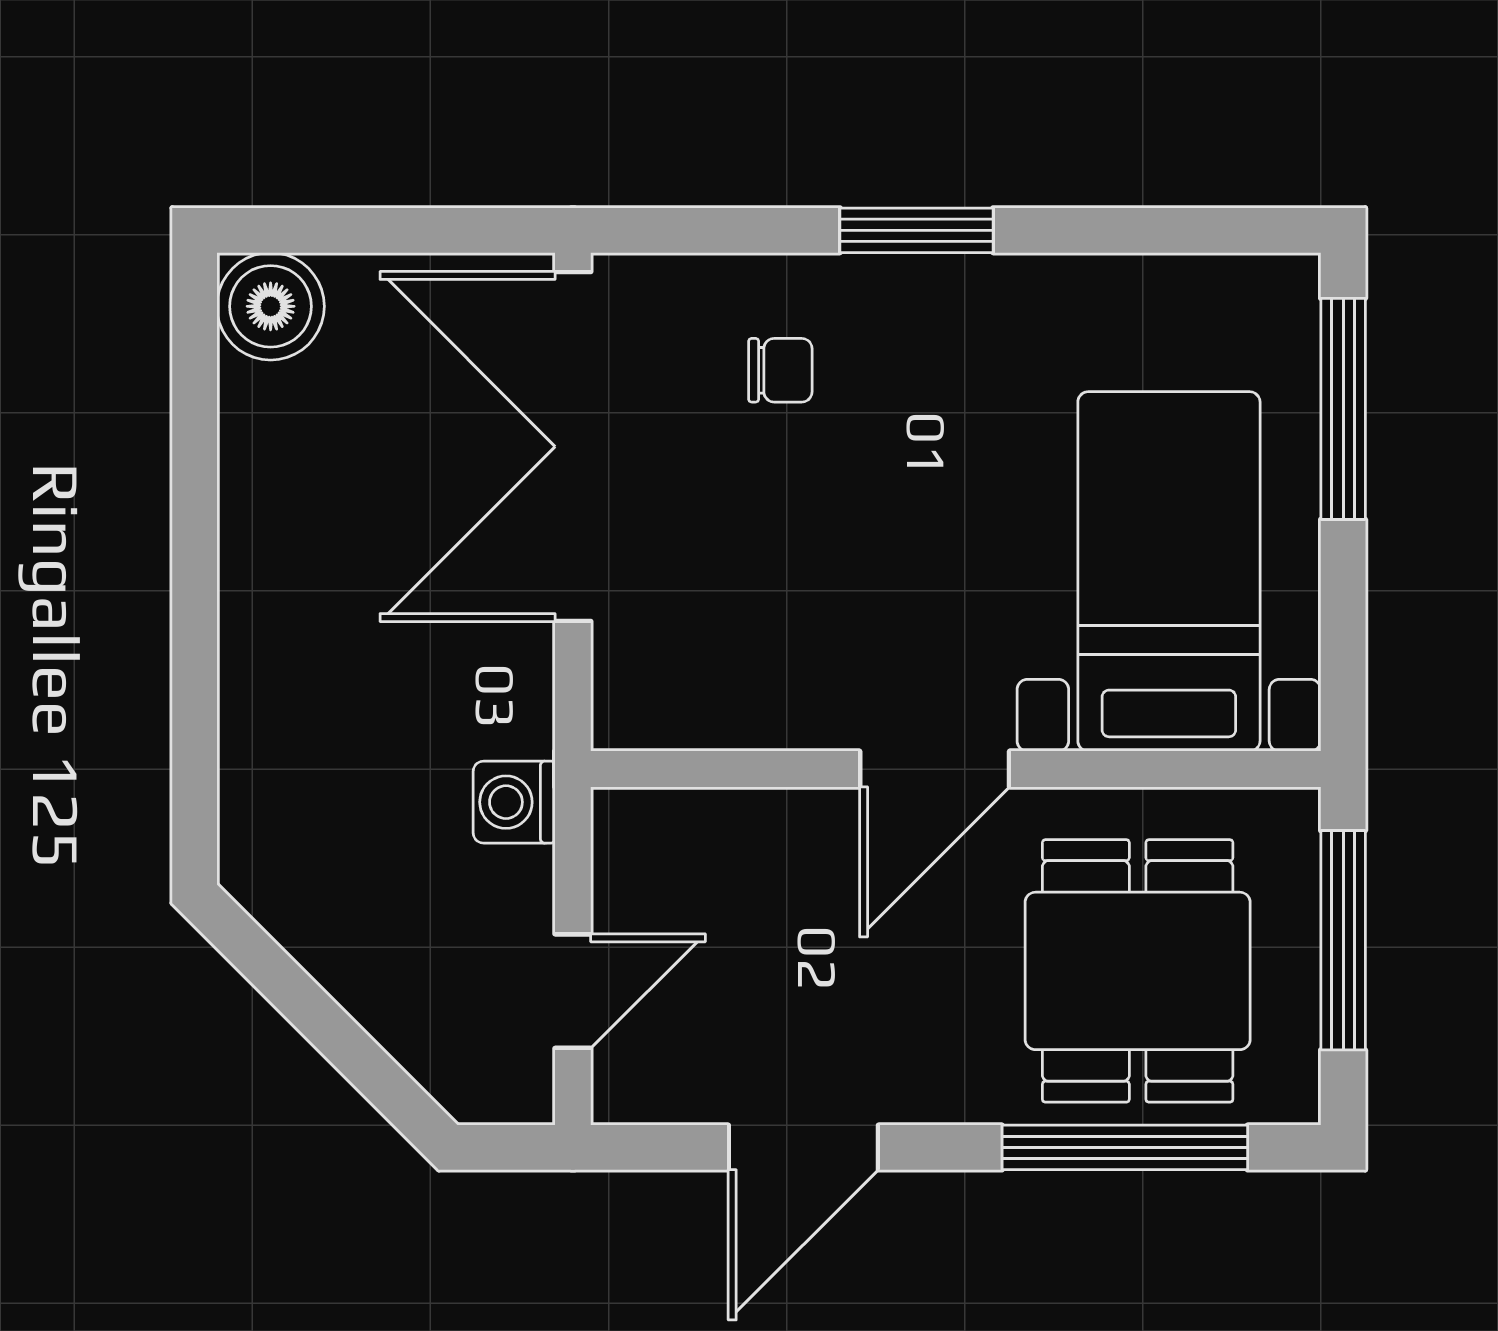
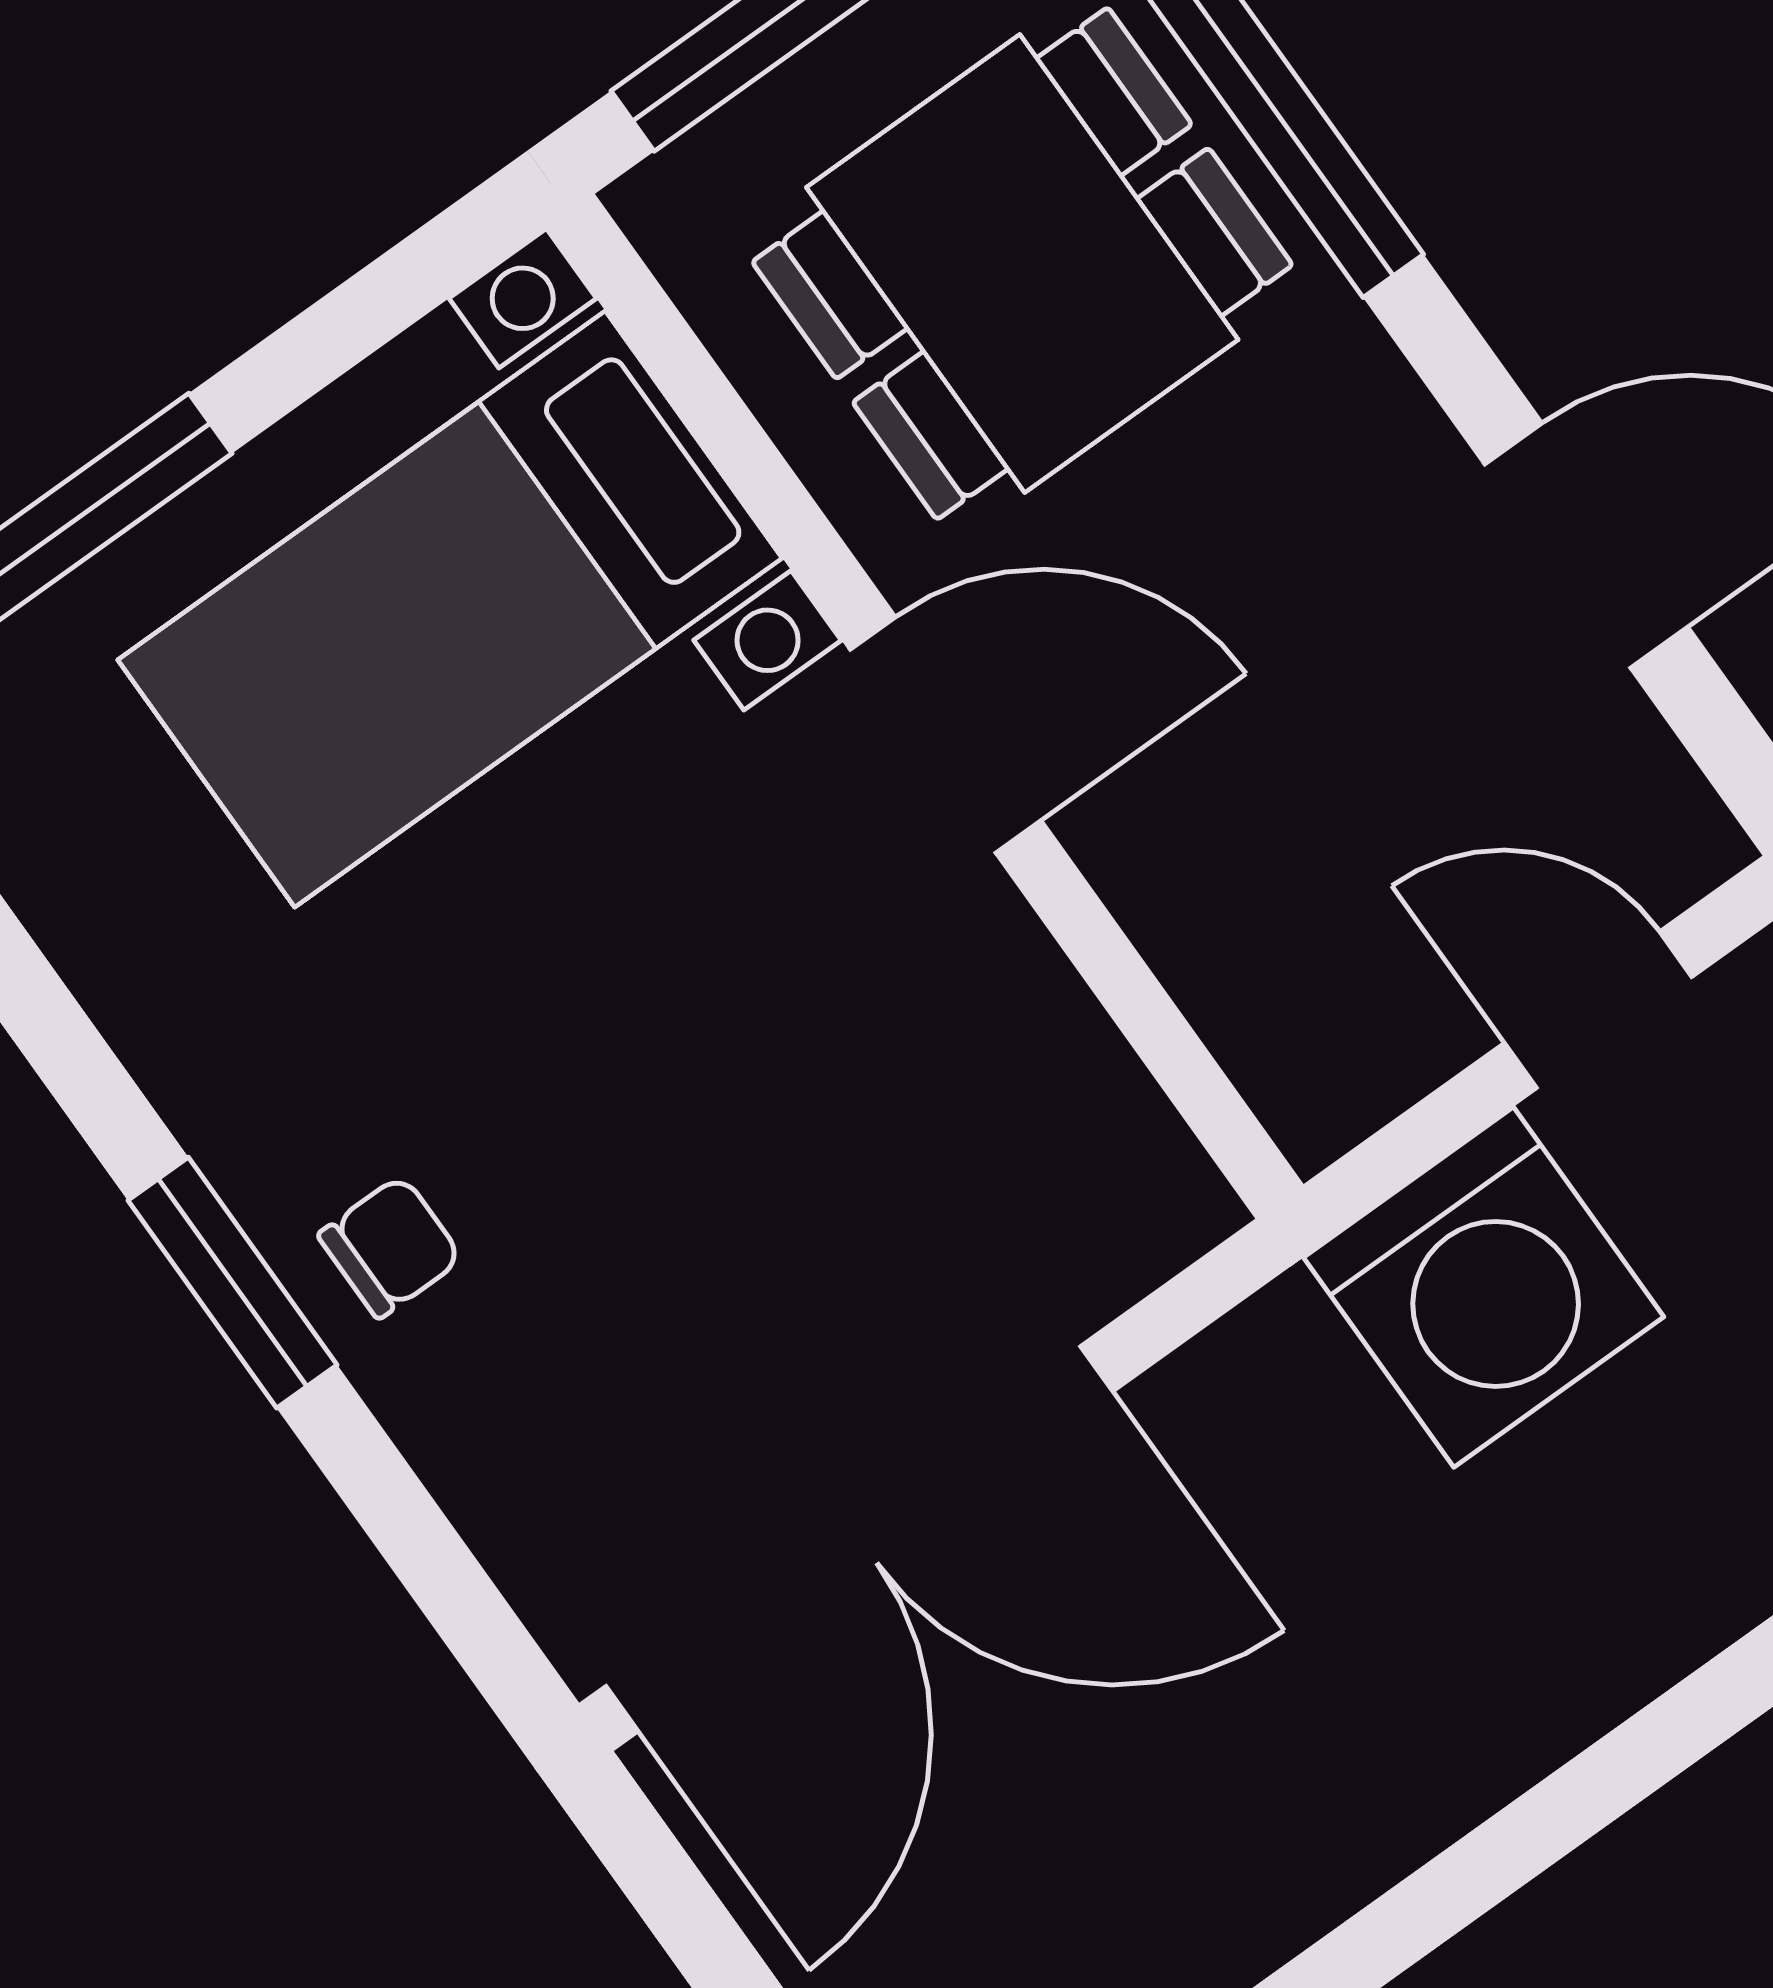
chair: (780, 370) -> (390, 1247), moved, turned 90
washing machine: (514, 802) -> (1484, 1287), width x1.89, depth x1.89

